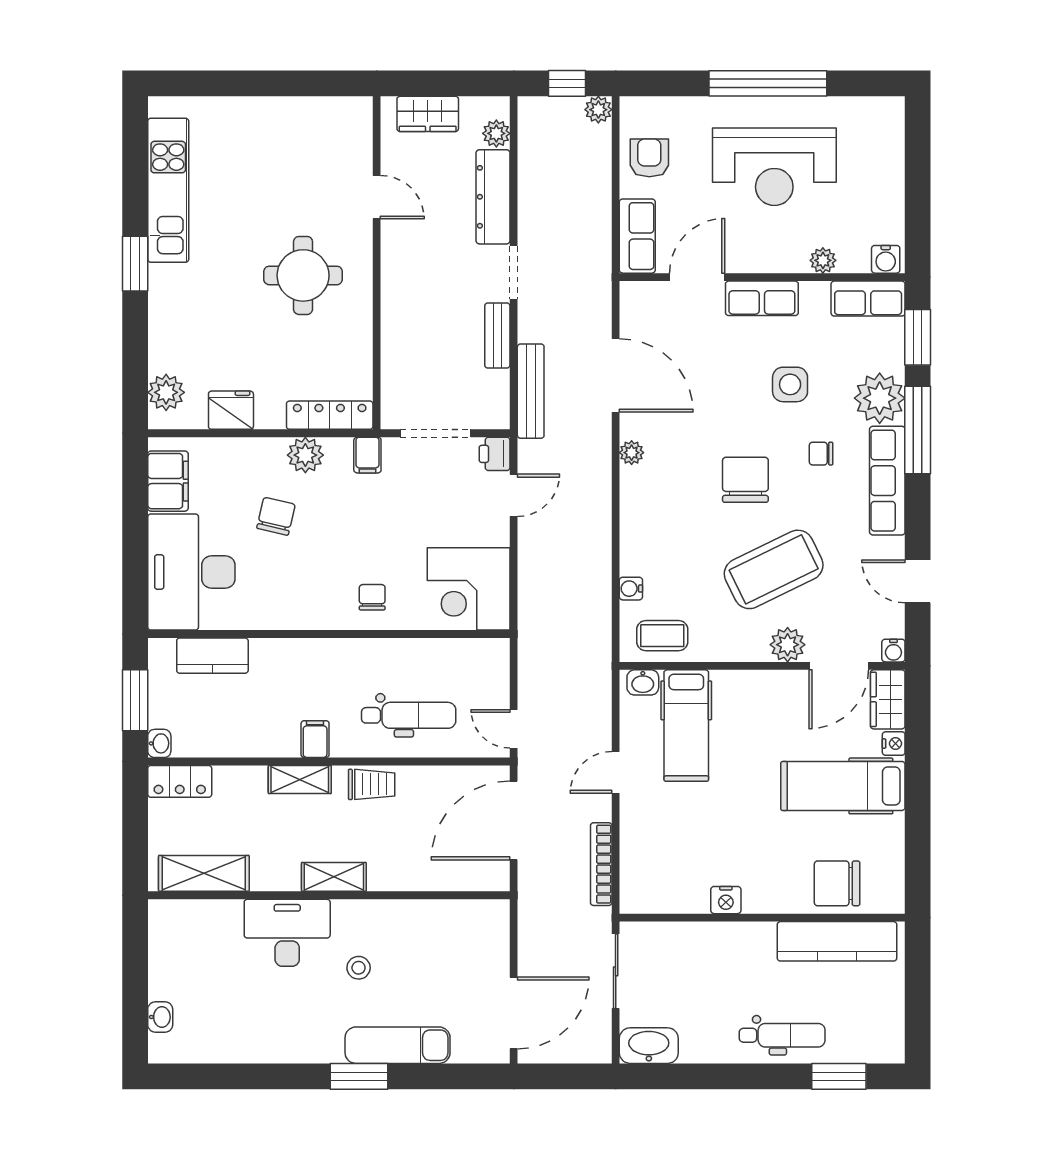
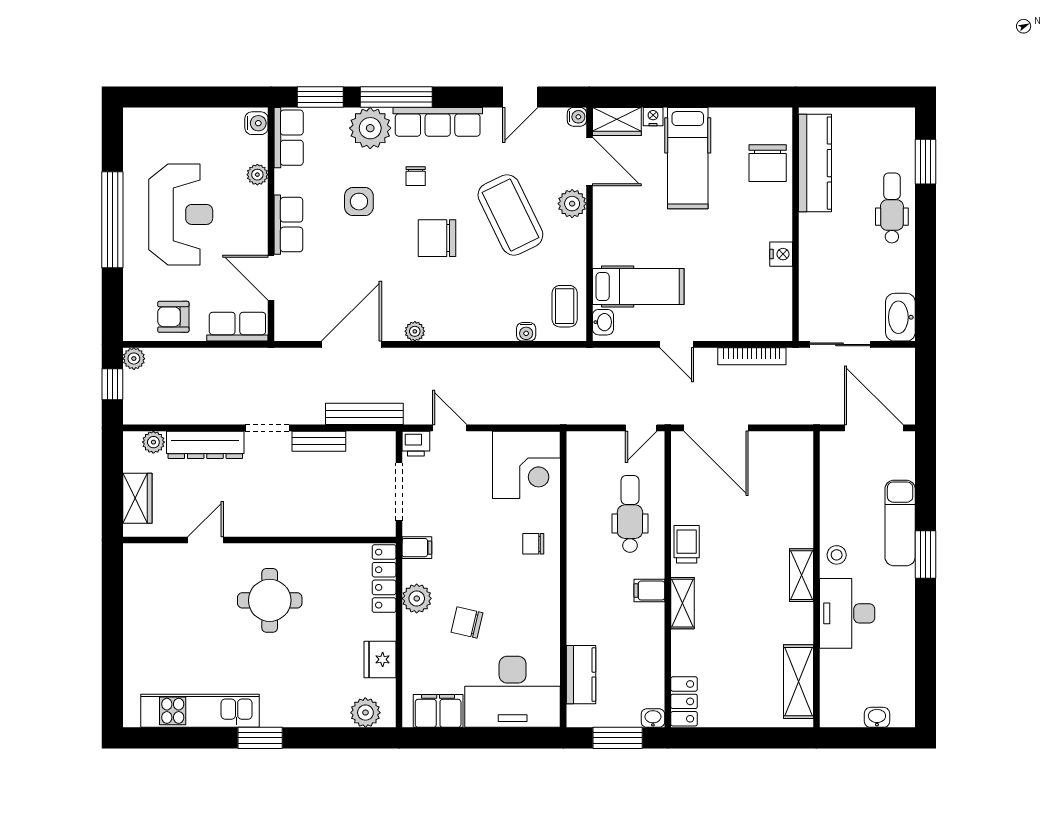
shelving: (204, 873) -> (798, 682), moved
shelving: (334, 877) -> (801, 575), moved
wall: (329, 895) -> (816, 579), moved
desk: (287, 933) -> (847, 613), moved

